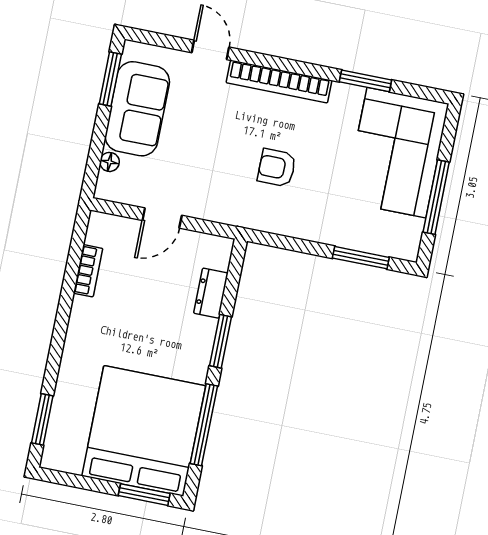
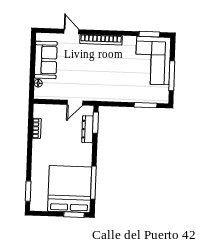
window: (110, 79) -> (33, 50), removed
window: (365, 81) -> (149, 34), moved
armchair: (277, 168) -> (106, 74), removed
door: (162, 218) -> (75, 103), moved
dresser: (211, 293) -> (88, 129), width x1.44
window: (221, 341) -> (96, 123), moved

